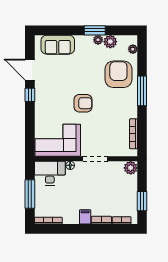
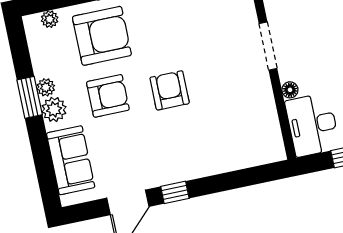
plant: (110, 42) -> (54, 109), moved
armchair: (87, 71) -> (108, 96), added
armchair: (118, 74) -> (102, 36), turned 180
corner sofa: (58, 140) -> (248, 123), removed

